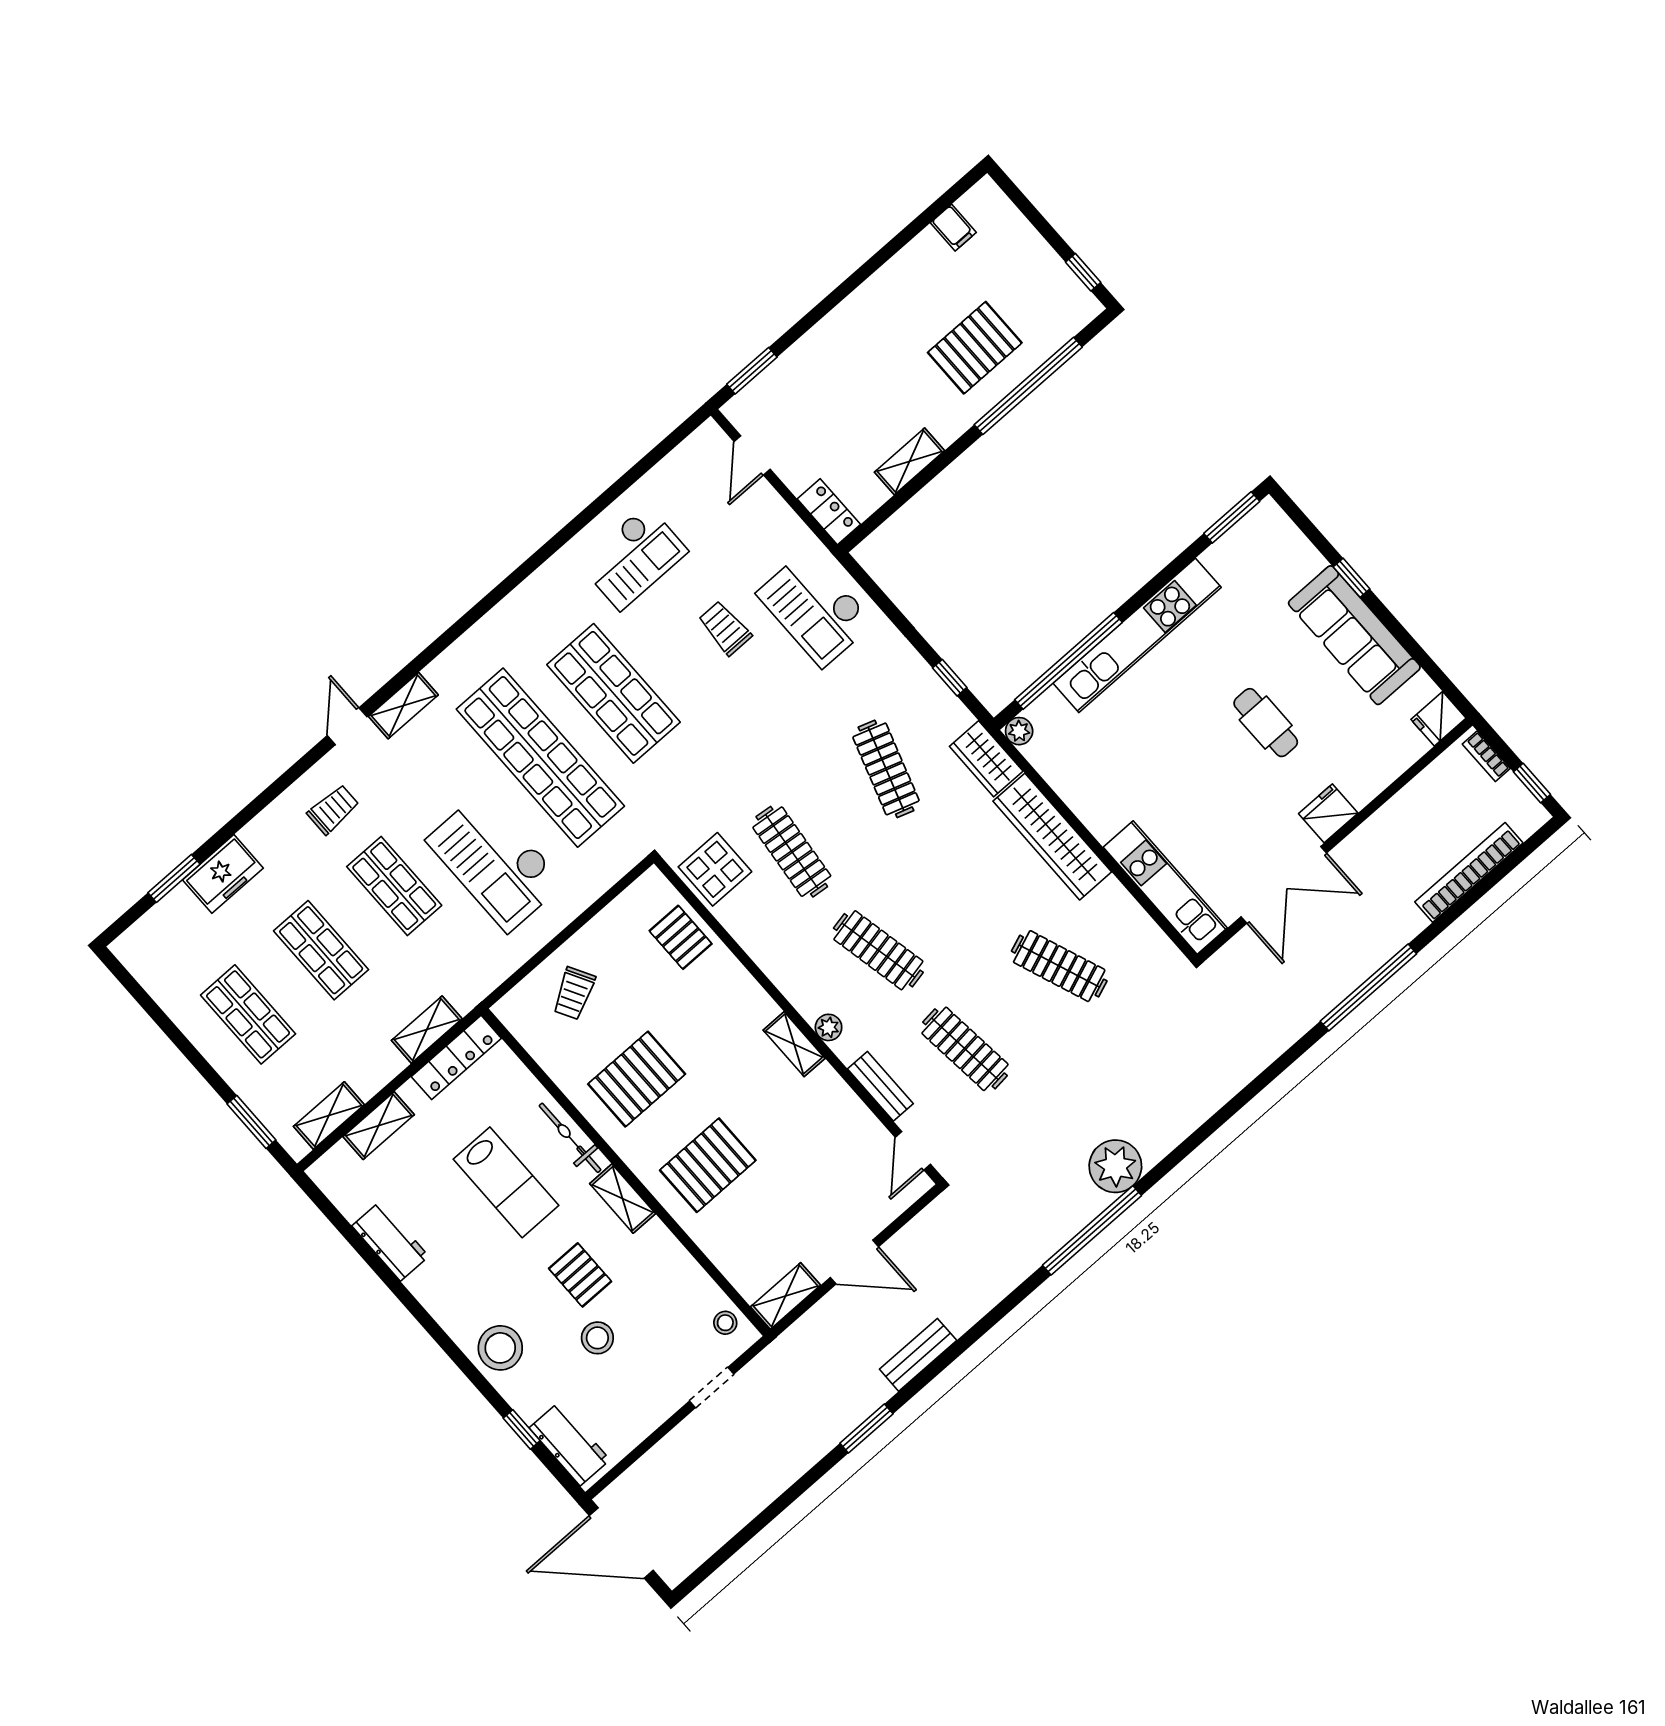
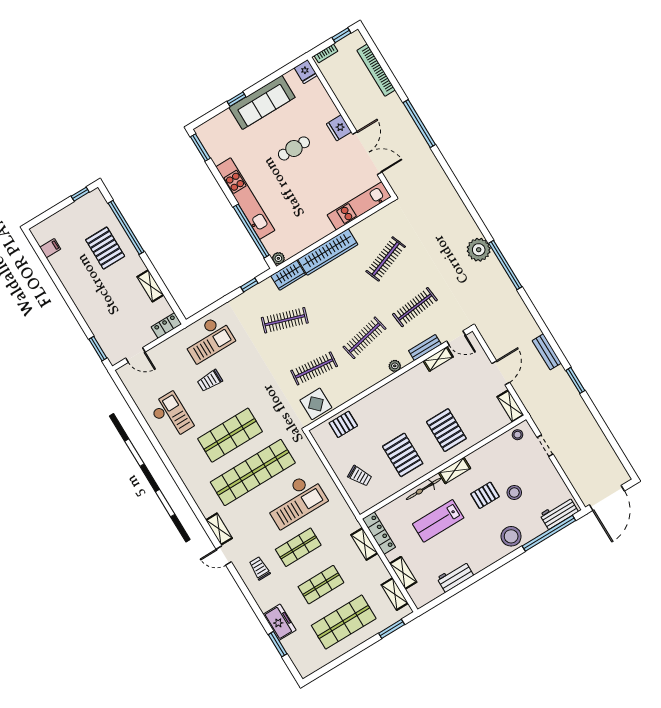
shop shelf: (248, 1014) -> (344, 622), width x1.43, depth x1.36
shelving: (794, 1044) -> (438, 359), moved
lab bench: (506, 1182) -> (438, 521), turned 180
window: (522, 1429) -> (549, 533), width x3.17

